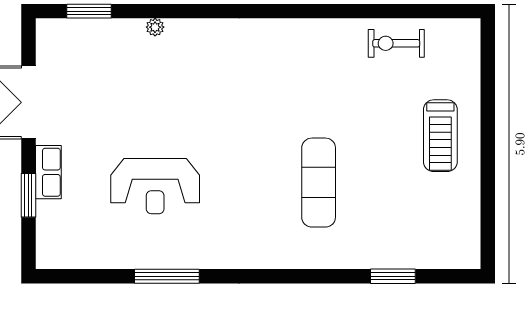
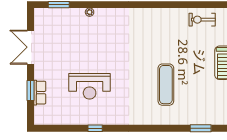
row of seats: (48, 172) -> (40, 93), moved
window: (167, 276) -> (95, 128), width x0.46

